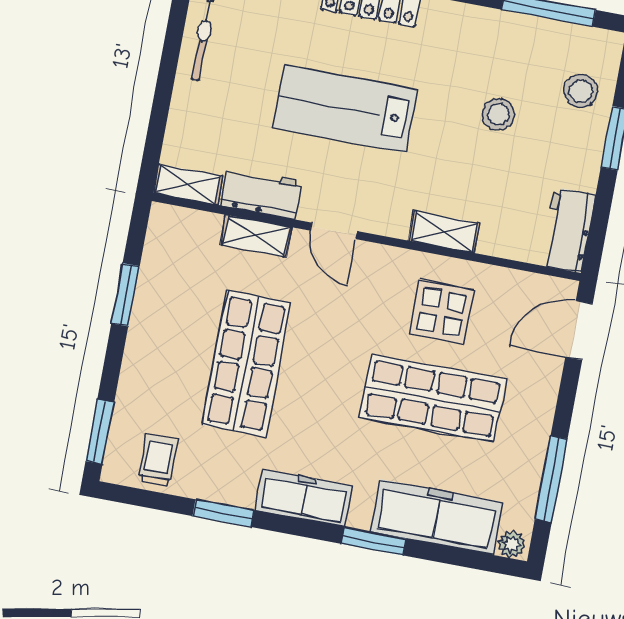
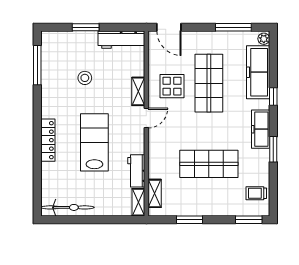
stool: (581, 91) -> (69, 45), removed
lab bench: (345, 109) -> (94, 142), turned 180
workbench: (568, 230) -> (121, 40), width x1.38
door: (334, 231) -> (146, 118), moved
shelving: (256, 236) -> (155, 193), moved
window: (223, 513) -> (273, 149), moved
window: (374, 541) -> (273, 97), width x0.67

